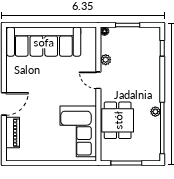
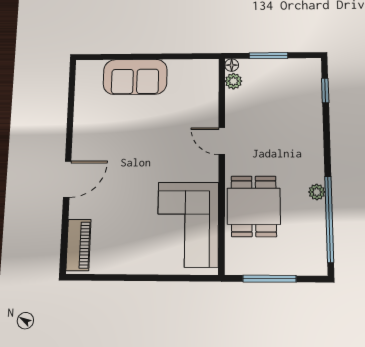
sofa: (44, 42) -> (135, 77), width x0.54, depth x0.79
plant: (106, 60) -> (233, 81), moved
piano: (13, 133) -> (78, 245), moved

